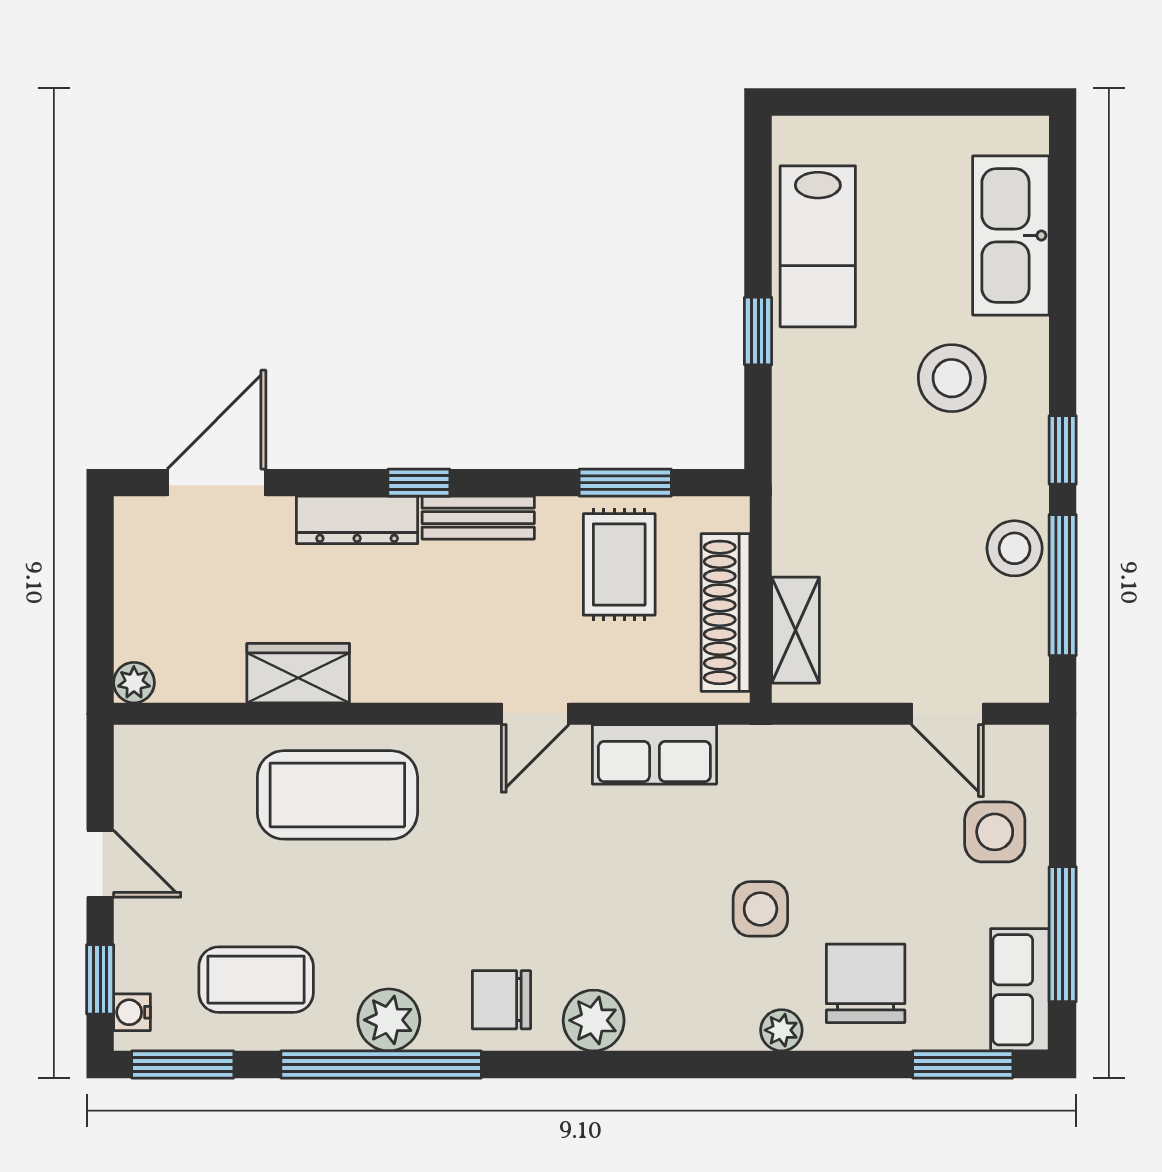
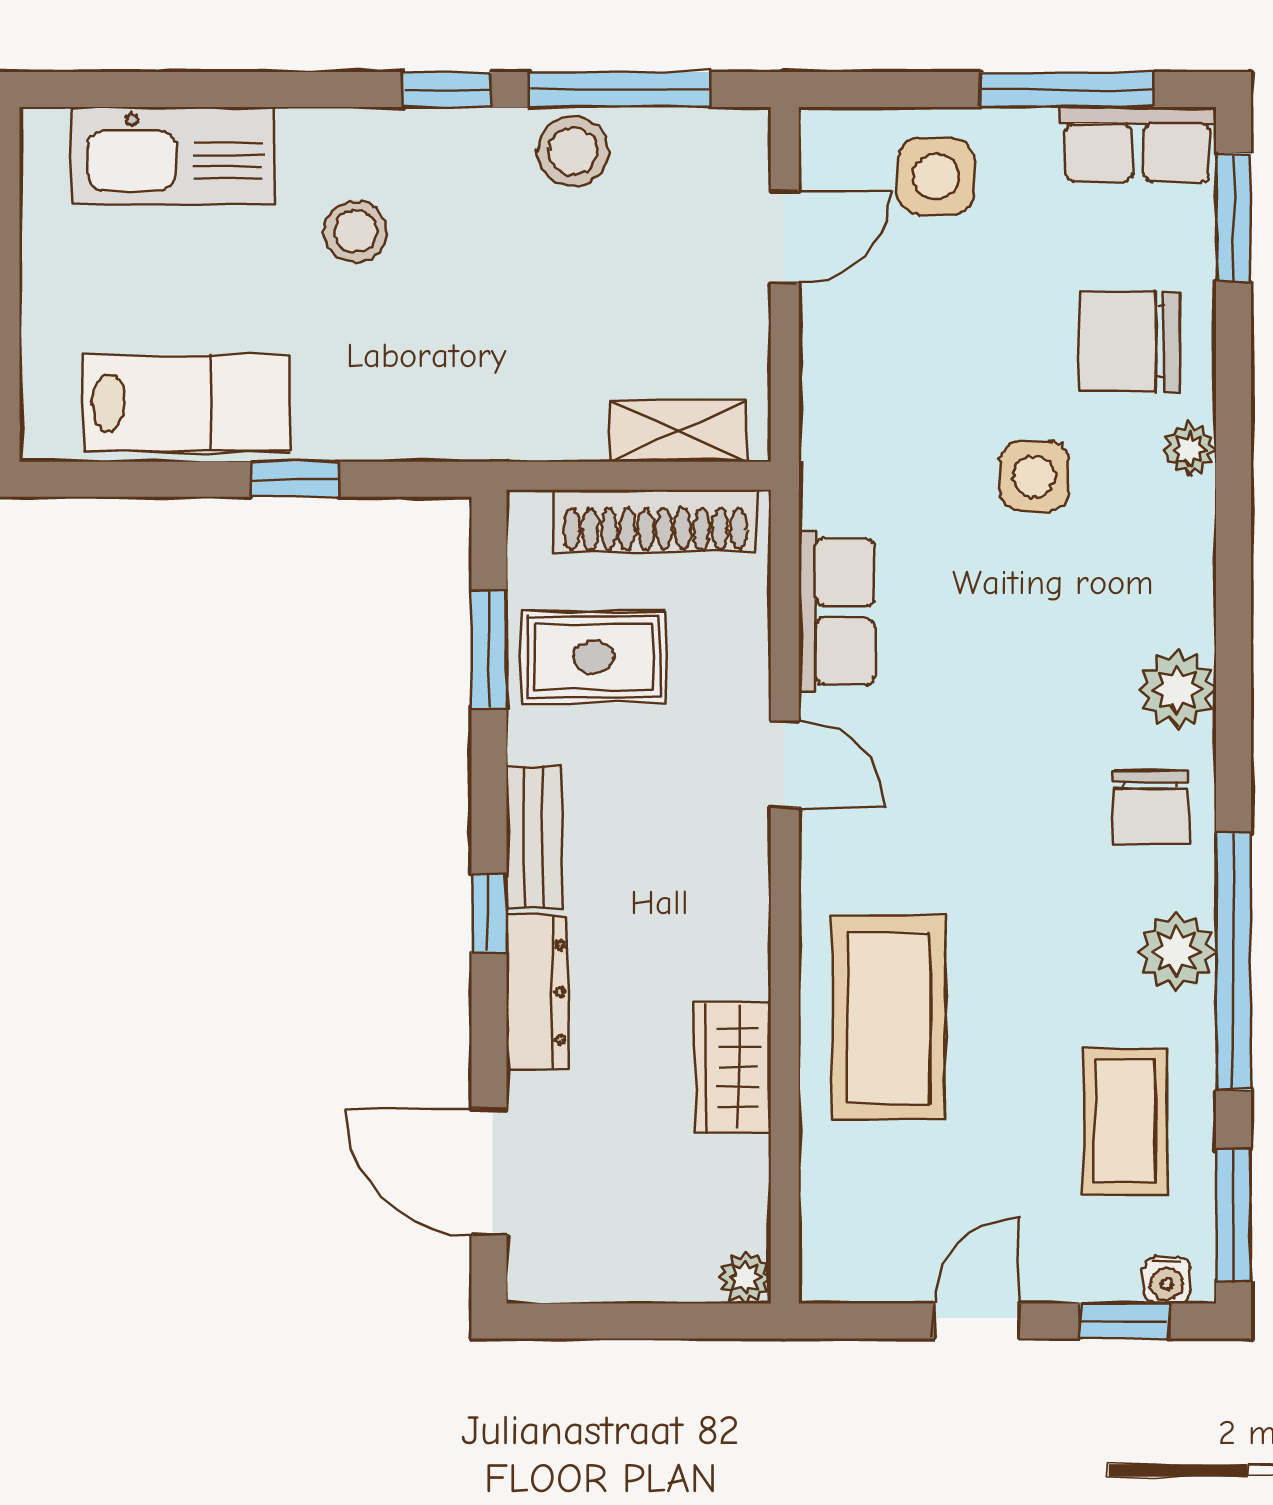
stool: (952, 378) -> (355, 231), width x0.73, depth x0.73

